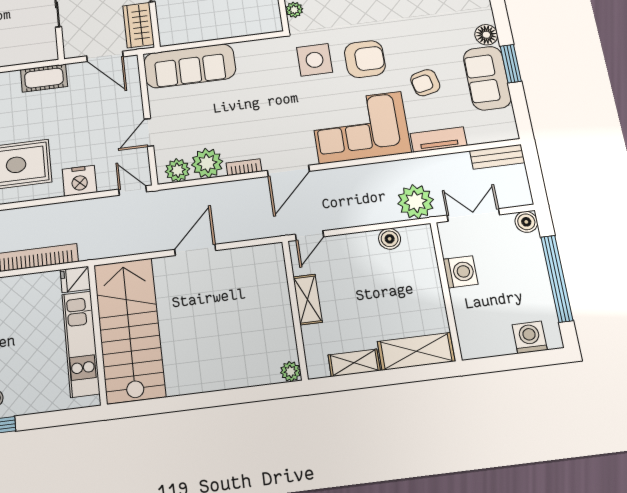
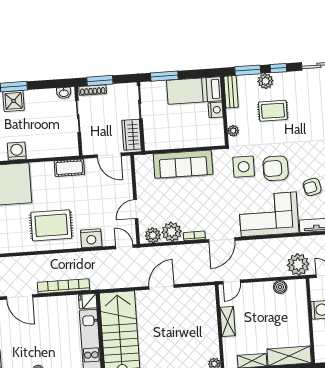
armchair: (365, 59) -> (276, 168), turned 180
sofa: (190, 66) -> (183, 164), moved

